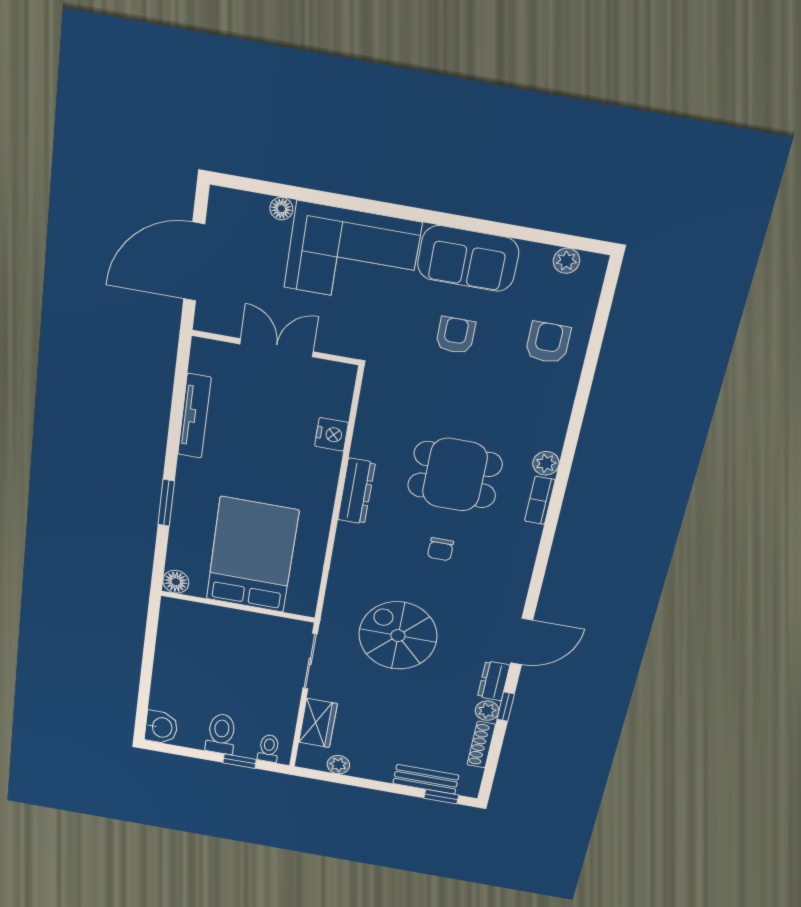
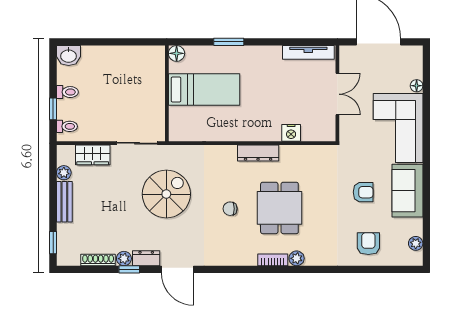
armchair: (548, 343) -> (368, 244), turned -90
tv unit: (194, 416) -> (308, 52), moved
bed: (252, 555) -> (204, 90), width x0.67
toilet: (221, 734) -> (67, 92), width x0.73, depth x0.72
bench: (426, 779) -> (64, 202), moved

